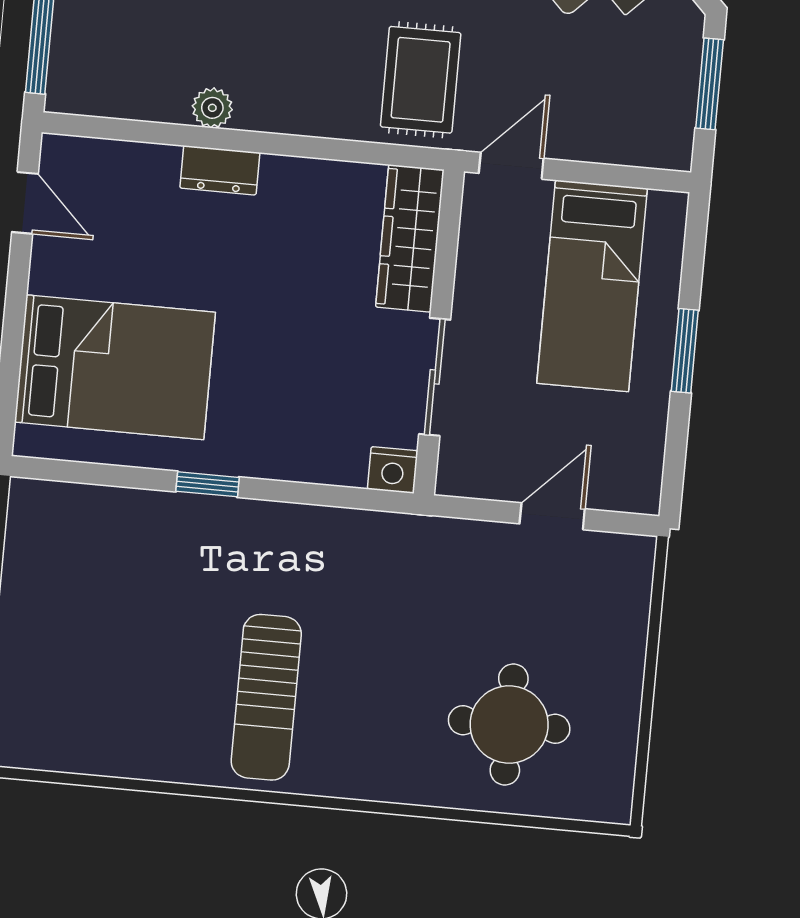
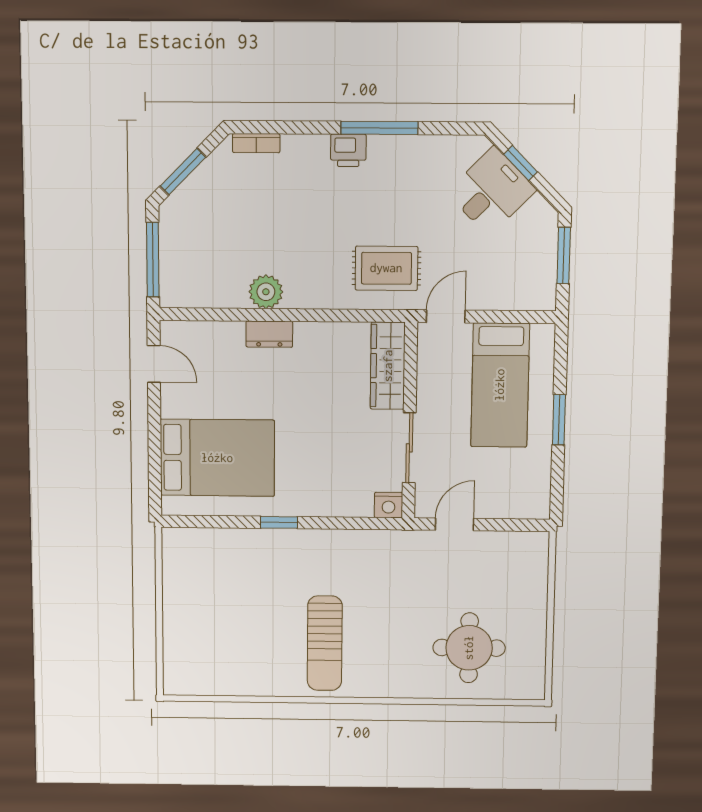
rug: (421, 80) -> (386, 268), turned 90
plant: (212, 108) -> (266, 292), width x1.38, depth x1.38
door: (552, 516) -> (455, 524), moved

